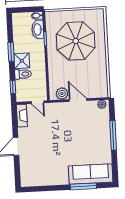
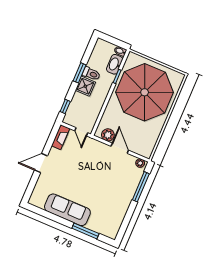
parasol: (76, 41) -> (145, 92), width x1.36, depth x1.36
toilet: (23, 74) -> (91, 74), moved
window: (113, 135) -> (141, 187), moved
sofa: (91, 174) -> (67, 210), moved

